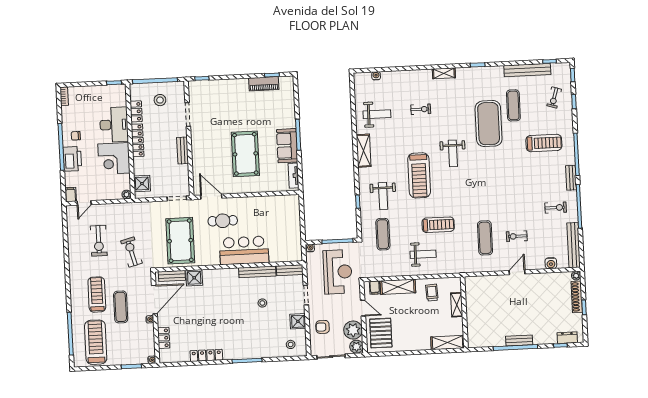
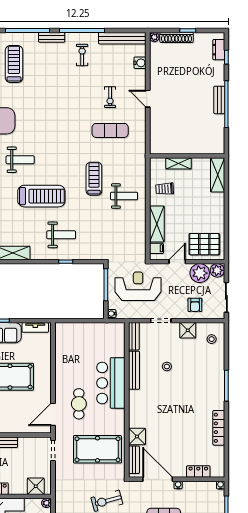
exercise mat: (383, 234) -> (101, 237), removed
weight bench: (423, 254) -> (124, 196), turned 90

